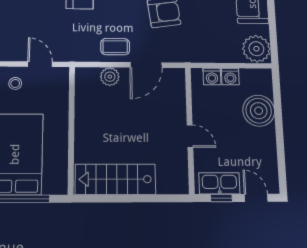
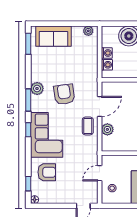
plant: (256, 49) -> (88, 31), width x0.53, depth x0.53
door: (146, 65) -> (100, 106), hinge flipped

